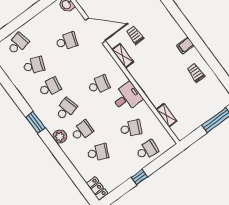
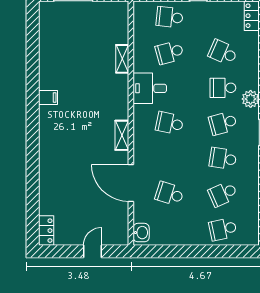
trolley: (135, 35) -> (93, 147), removed
school desk: (34, 65) -> (223, 194), turned -45
trolley: (196, 73) -> (58, 61), removed
shelving: (166, 115) -> (122, 59), moved
school desk: (131, 128) -> (170, 52), turned -39

